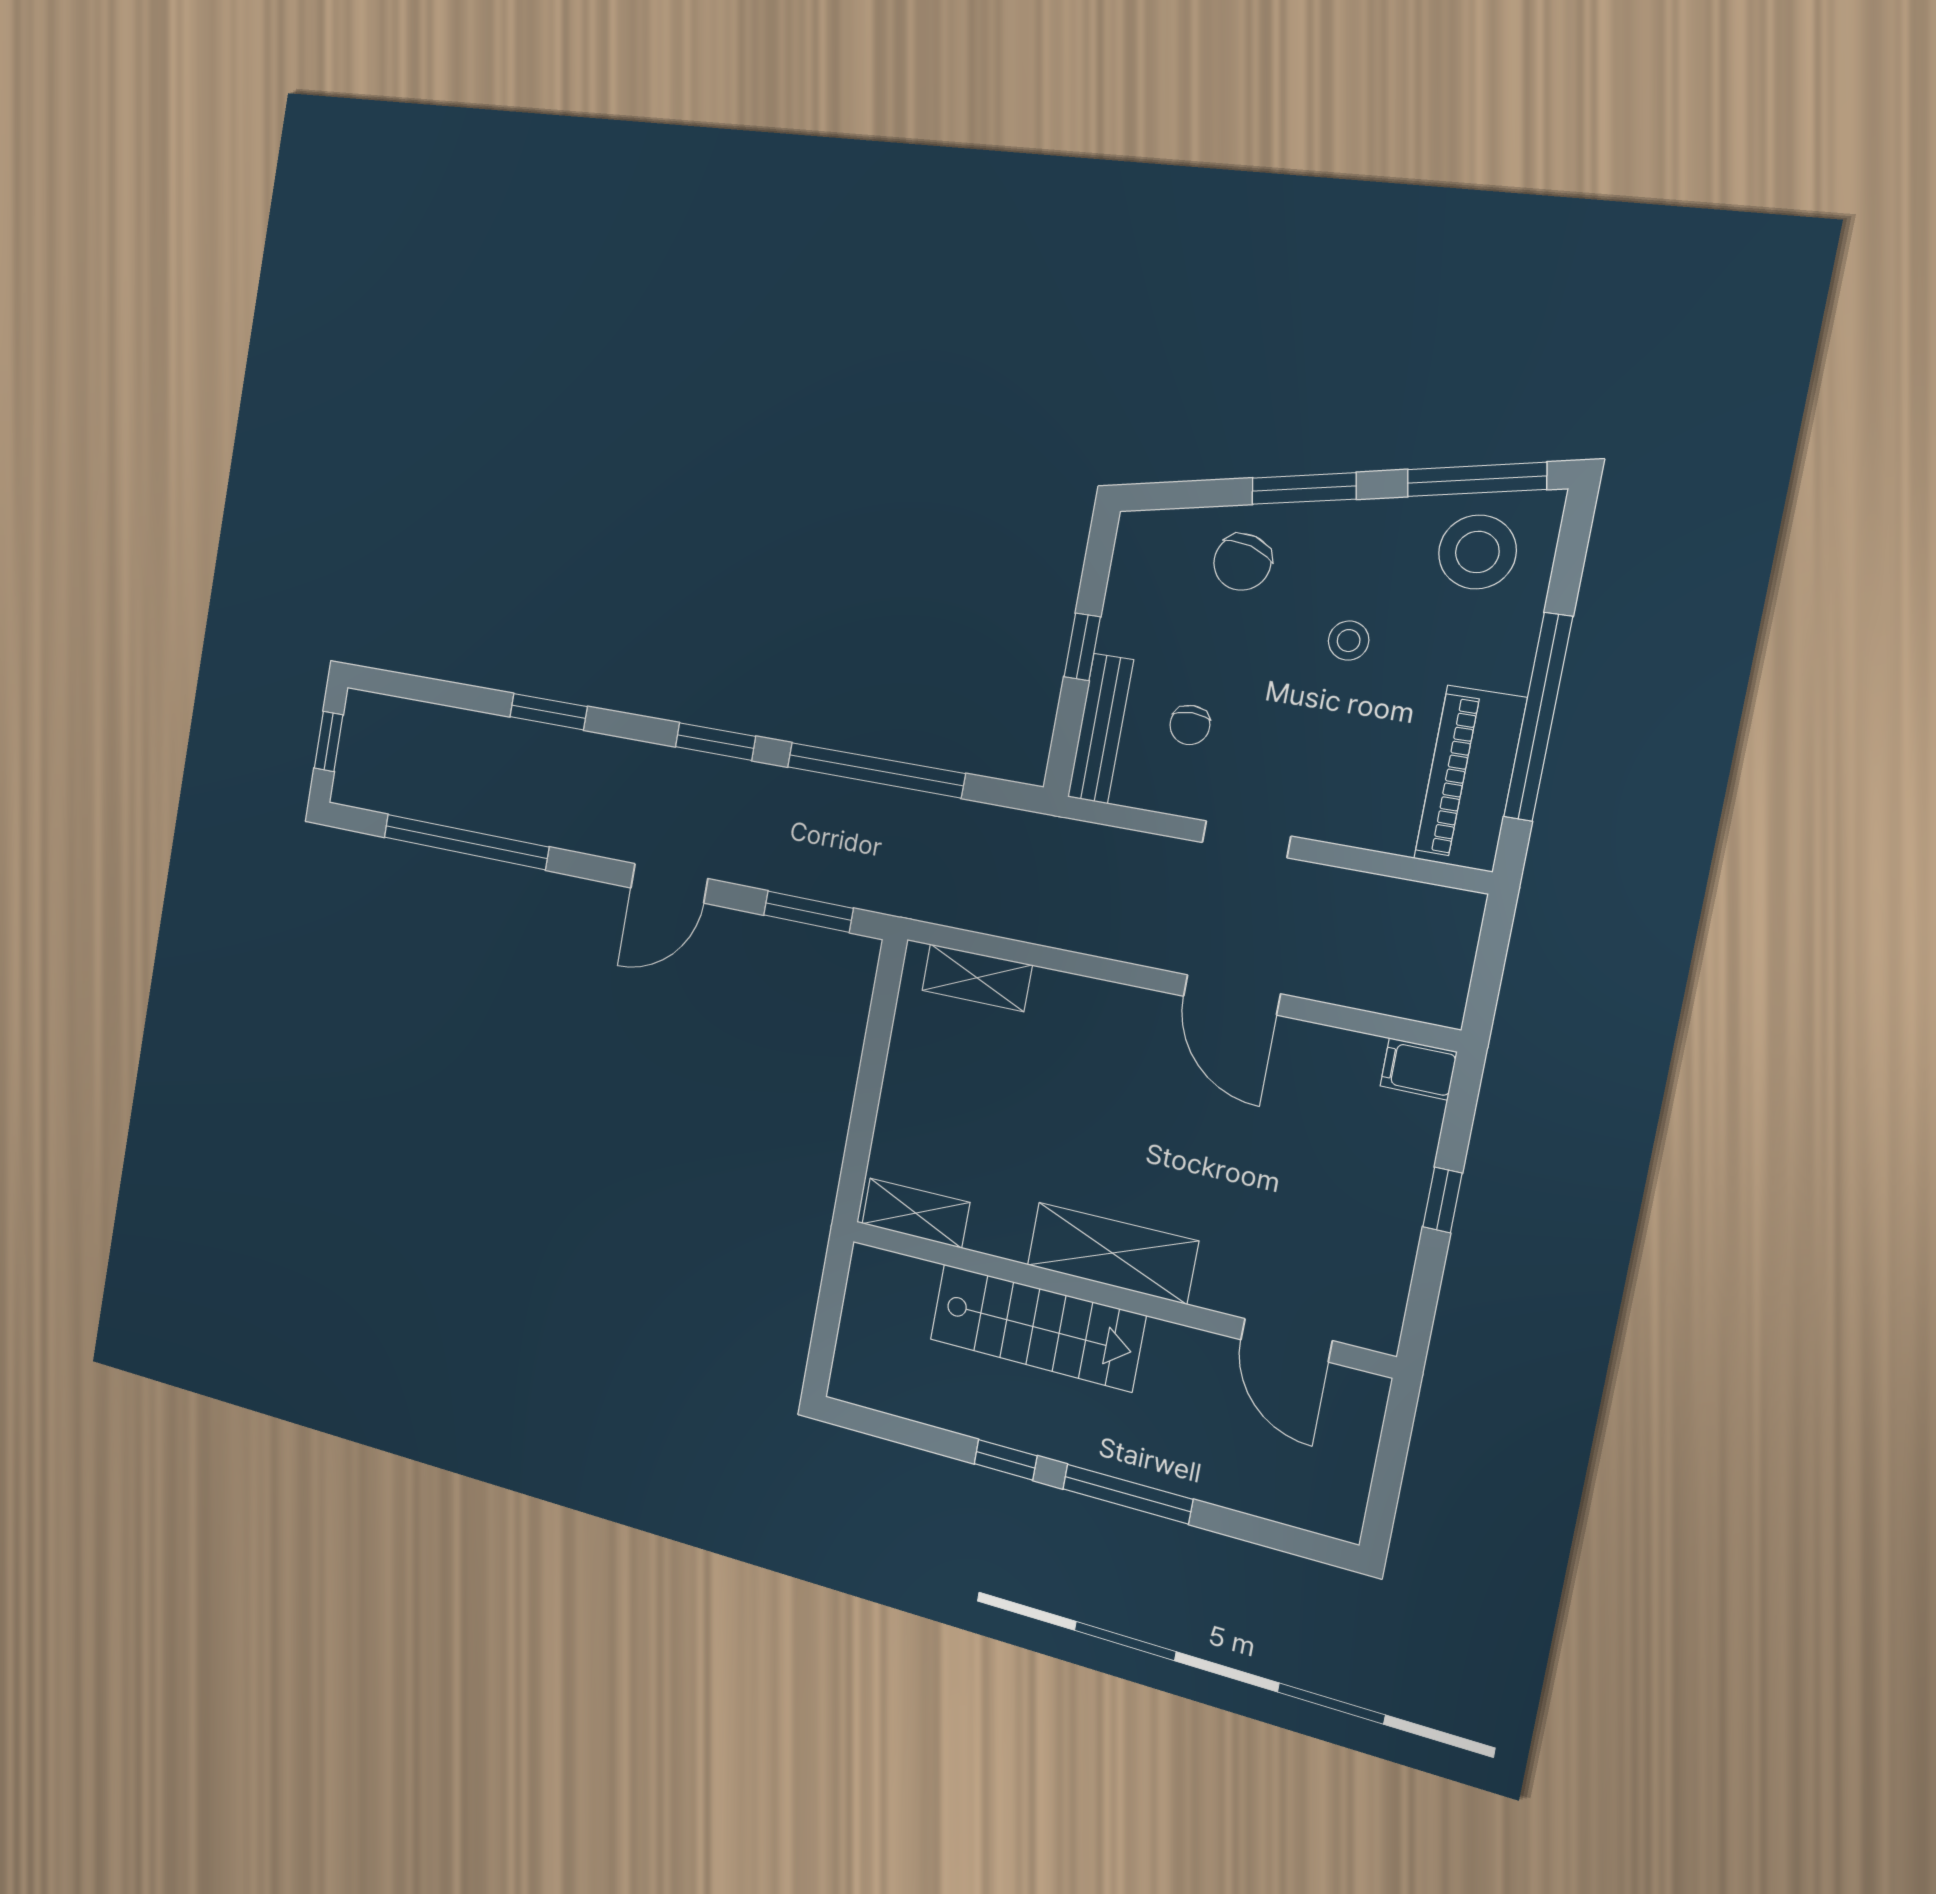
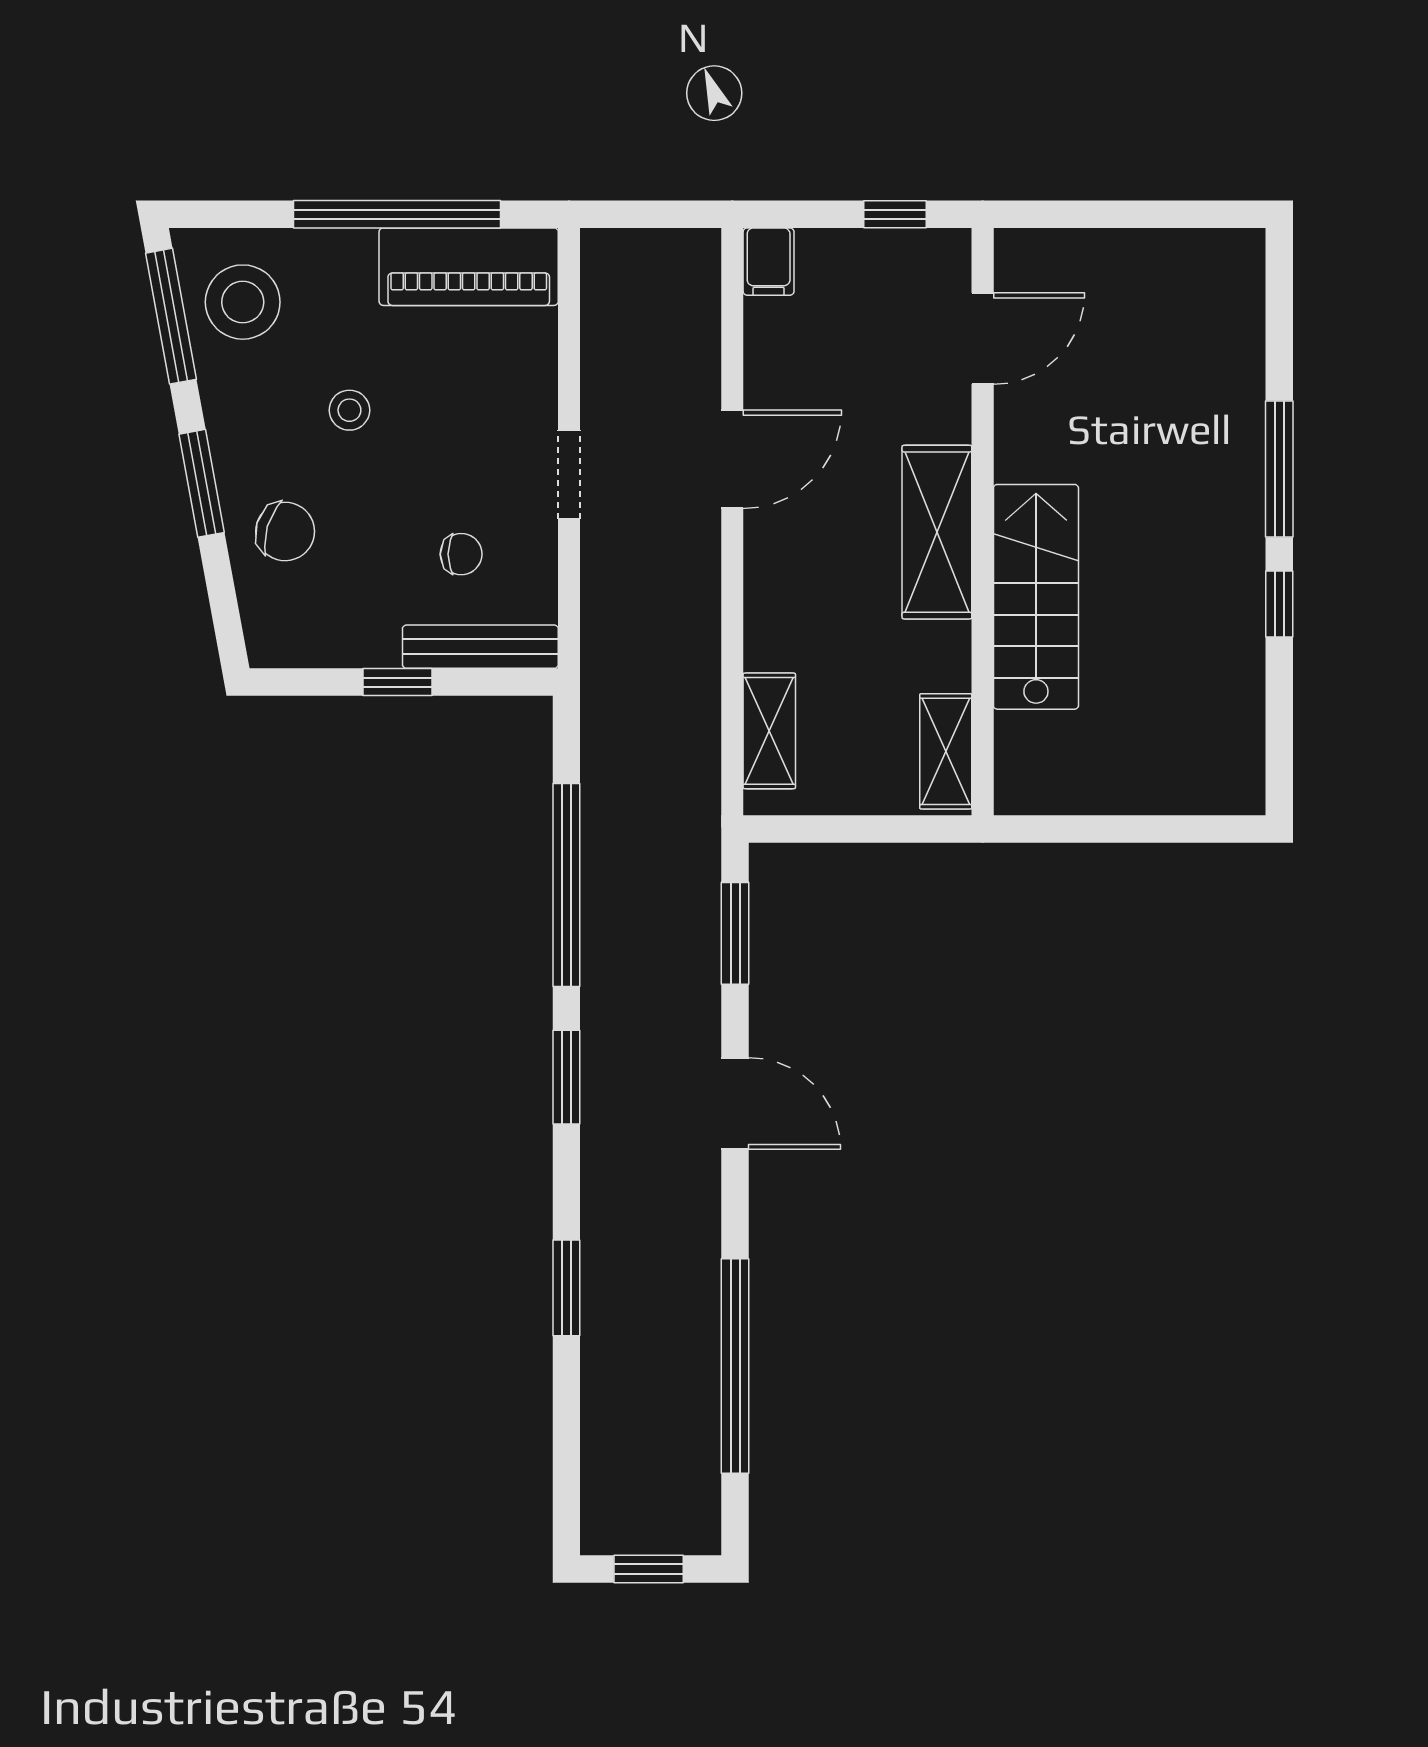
shelving: (916, 1213) -> (946, 751), moved
shelving: (1112, 1253) -> (937, 532), moved
wall: (1114, 1297) -> (983, 522), moved
stairs: (1037, 1327) -> (1036, 597), moved
door: (1286, 1340) -> (983, 339), moved

